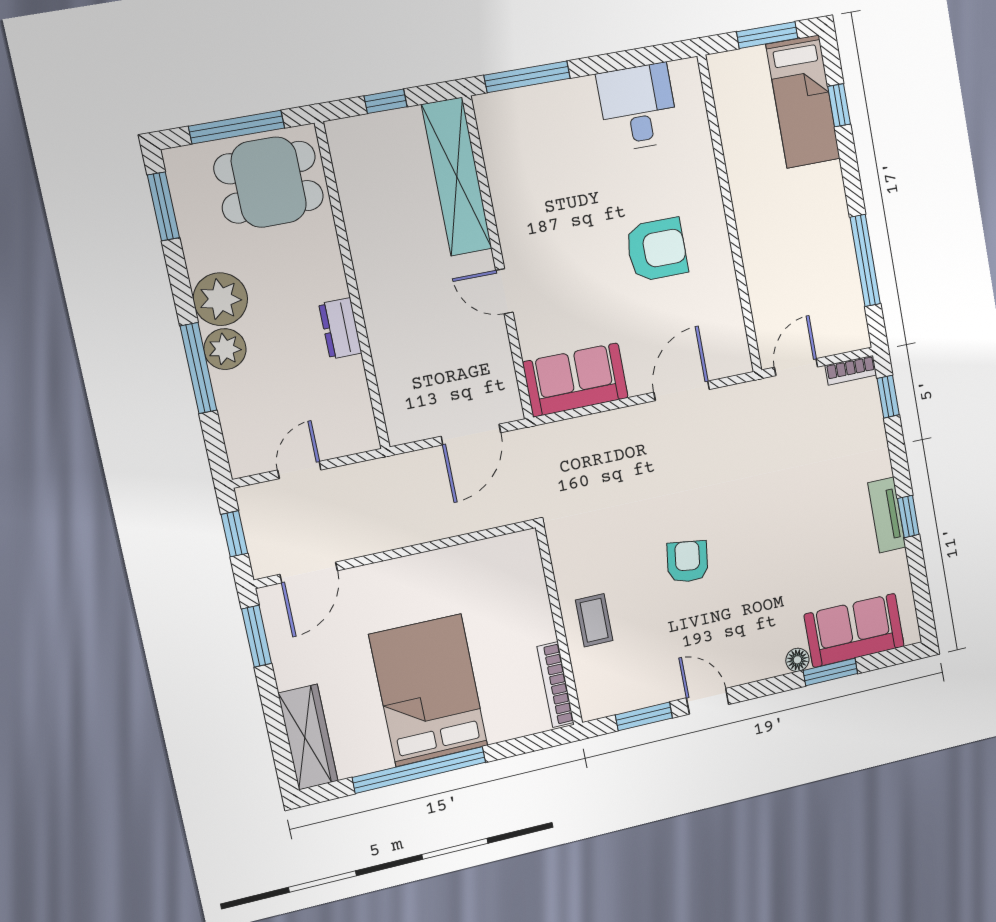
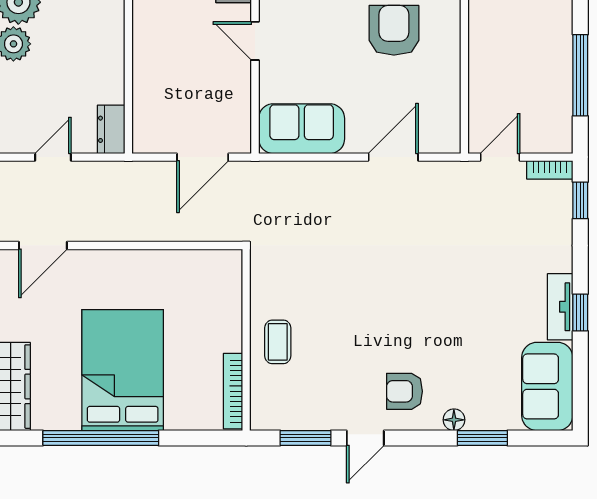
armchair: (657, 250) -> (394, 30), turned -90
dresser: (340, 328) -> (111, 129), moved
armchair: (687, 562) -> (405, 391), moved, turned -98
sofa: (854, 630) -> (547, 386), moved, turned -90
door: (708, 701) -> (365, 438), swing flipped

